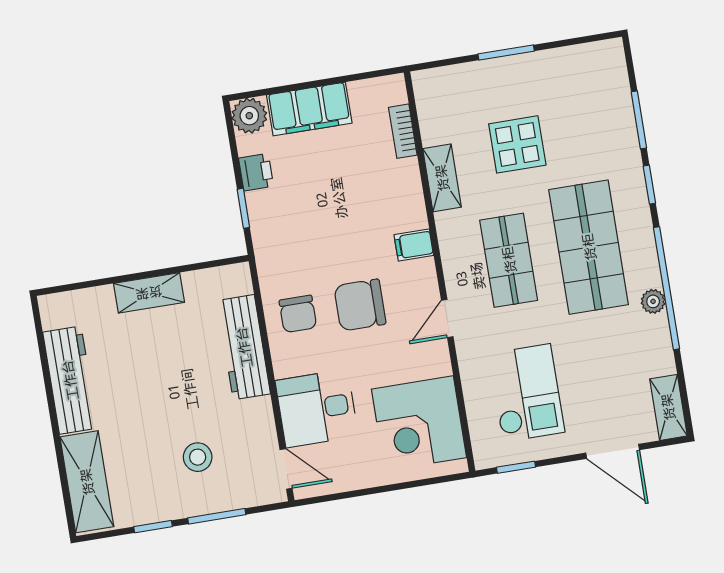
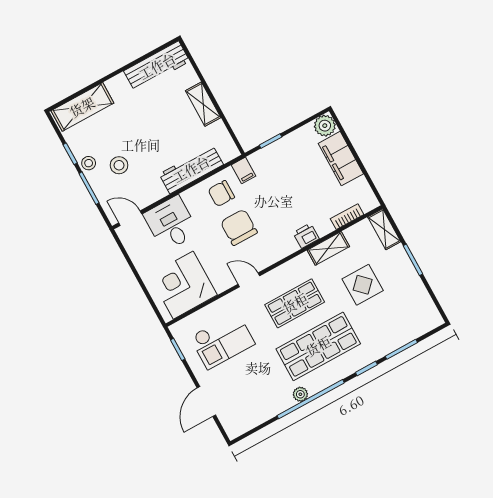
printer: (256, 172) -> (306, 236), moved, turned 180
filing cabinet: (414, 245) -> (244, 170), moved, turned 180
workbench: (70, 380) -> (157, 66), moved
shelving: (668, 407) -> (384, 229), moved, turned 90
door: (286, 469) -> (130, 218), swing flipped
stool: (178, 503) -> (89, 163), added

